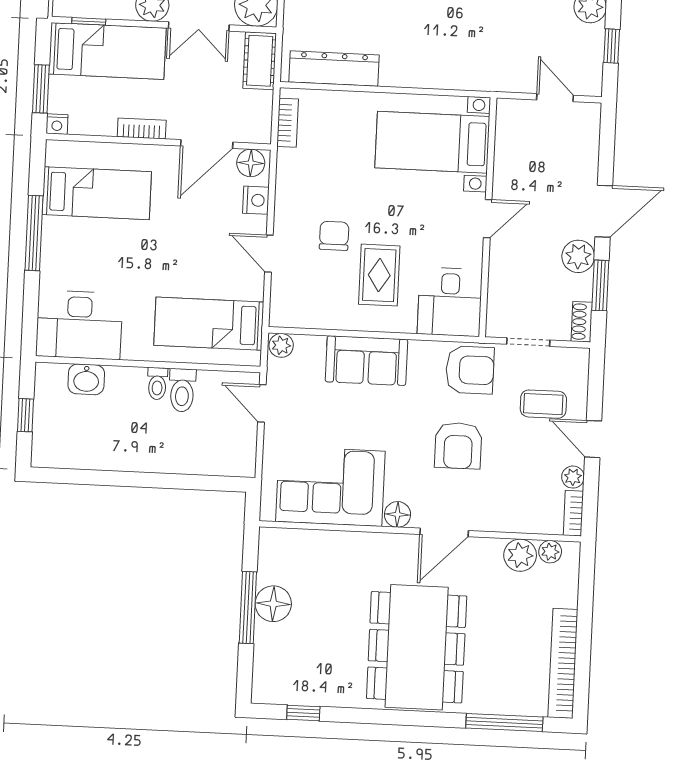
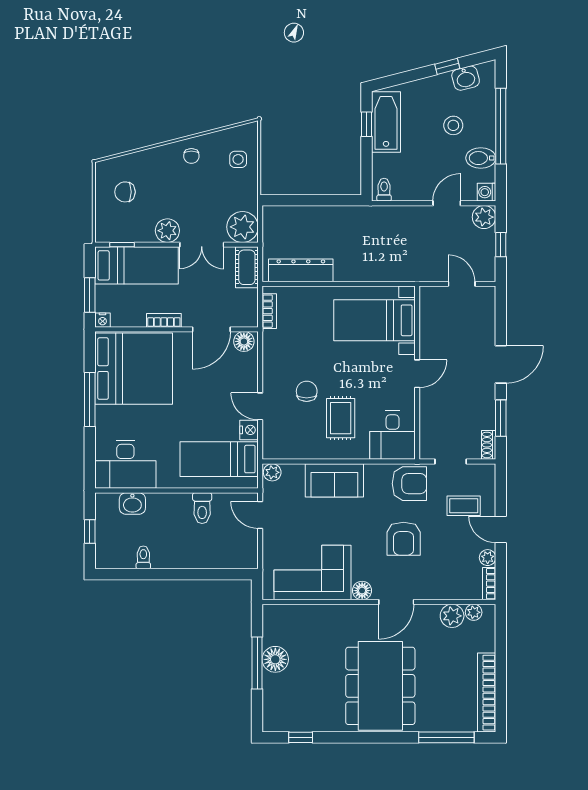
bed: (97, 193) -> (134, 369), width x2.04
nightstand: (256, 200) -> (249, 430), moved
plant: (578, 256) -> (484, 398), removed
toilet: (157, 384) -> (143, 557), moved, turned 180

